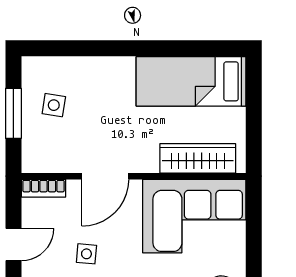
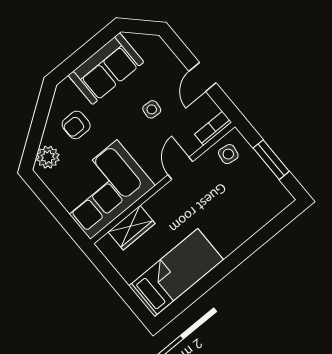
side table: (54, 105) -> (228, 154), moved
wardrobe: (198, 158) -> (132, 228), width x0.67
door: (105, 176) -> (180, 168), width x0.73

